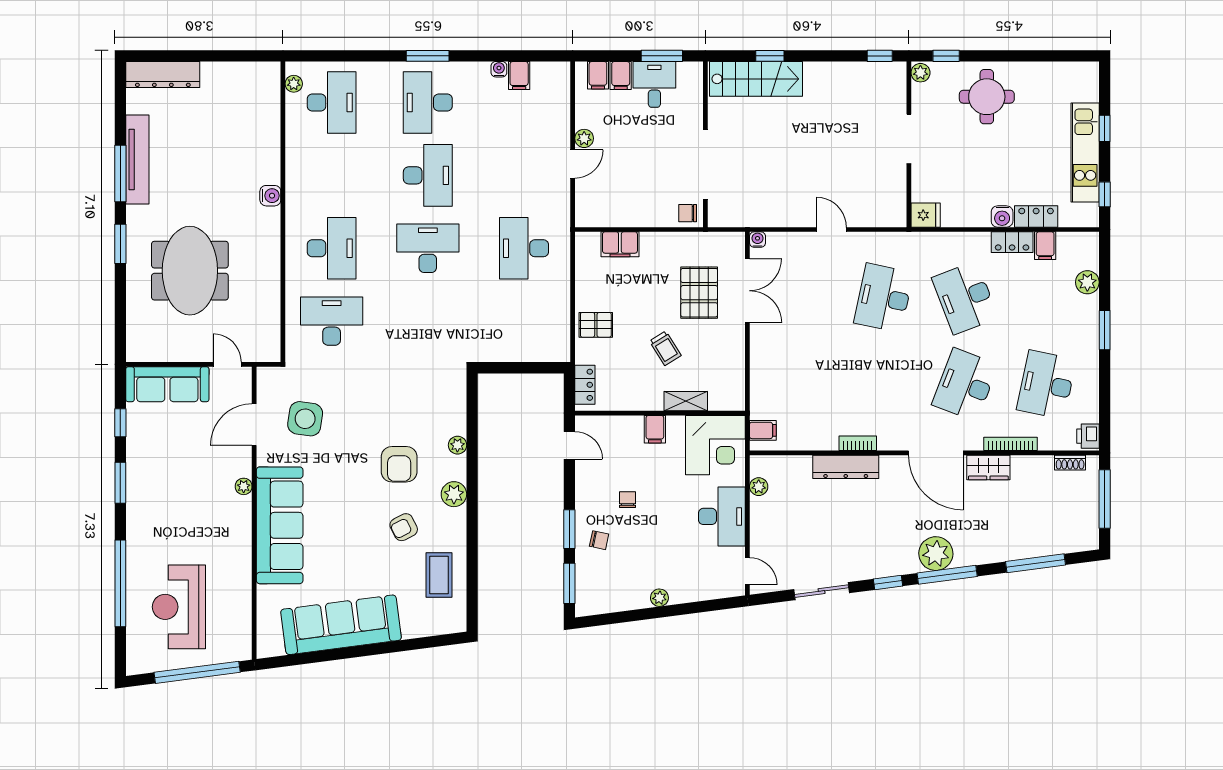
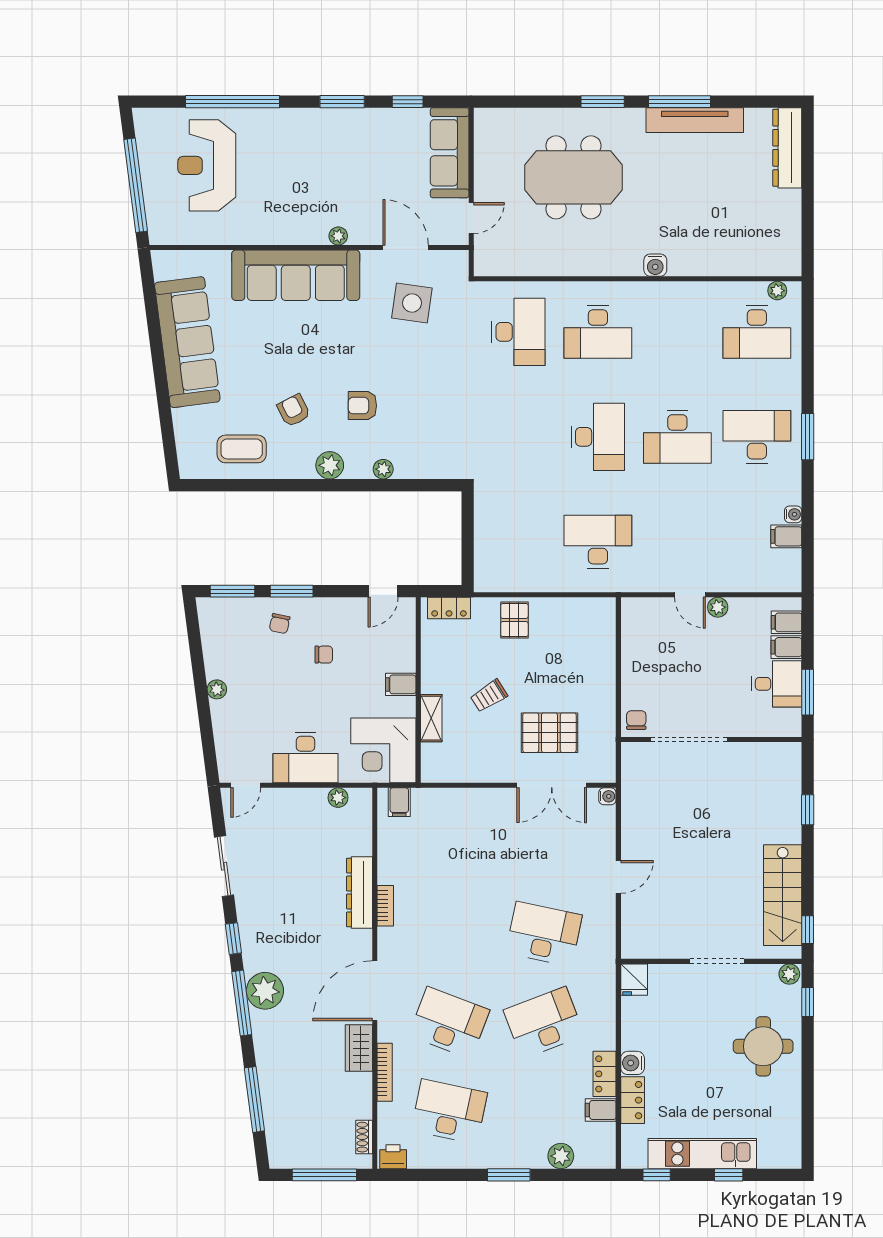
stairs: (756, 79) -> (783, 895), moved
filing cabinet: (620, 244) -> (602, 646), removed
armchair: (399, 464) -> (362, 406), width x0.72, depth x0.72
reception desk: (179, 607) -> (207, 165), turned -90

